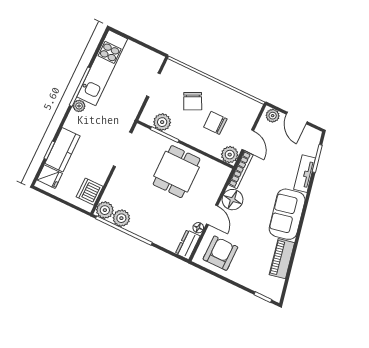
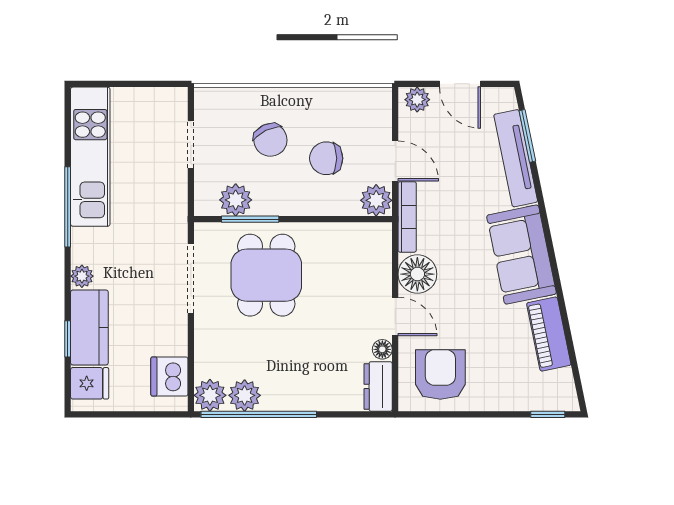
plant: (79, 106) -> (82, 276), moved
dining table: (177, 172) -> (266, 275), moved
tv unit: (305, 174) -> (516, 158), width x1.41

